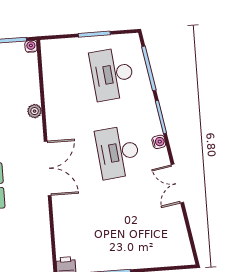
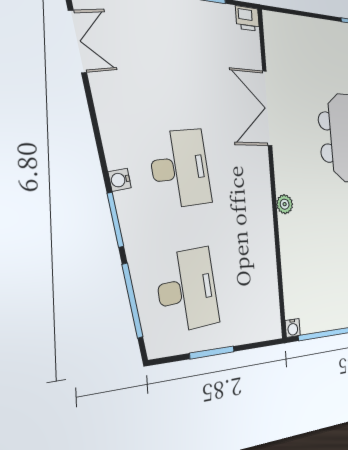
plant: (35, 111) -> (285, 204), moved
double door: (48, 168) -> (267, 108), moved
double door: (177, 183) -> (77, 41), moved

